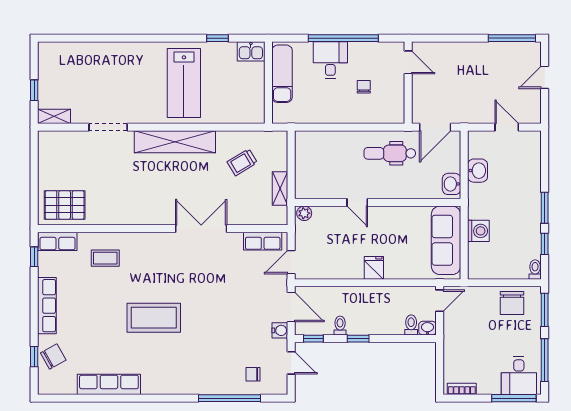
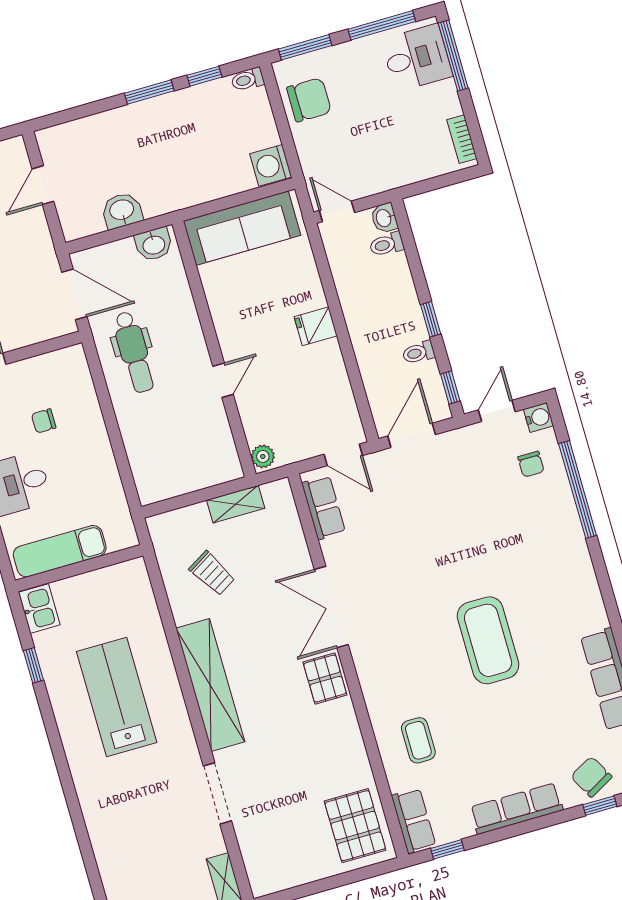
lab bench: (184, 83) -> (117, 697), turned -90
pallet: (159, 212) -> (325, 678), added
washing machine: (478, 231) -> (271, 165), moved, turned -90
water cooler: (280, 330) -> (538, 417), moved, turned 90

